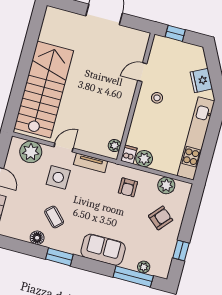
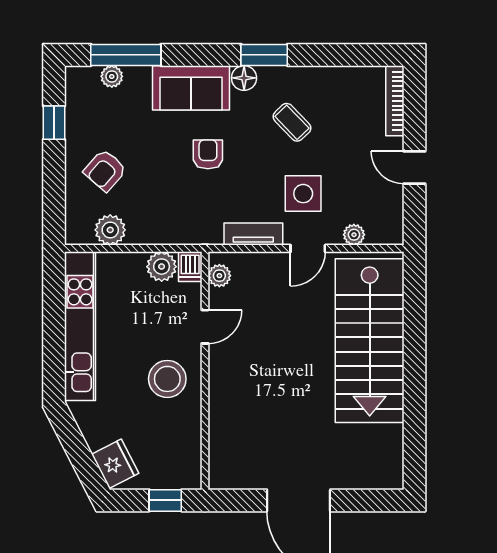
door: (142, 72) -> (205, 327), moved
fridge: (201, 80) -> (115, 464), moved
stool: (157, 98) -> (167, 379), width x1.89, depth x1.89
plant: (31, 152) -> (354, 235), width x0.53, depth x0.53
armchair: (128, 187) -> (208, 154), moved
floor lamp: (37, 238) -> (244, 78), moved

